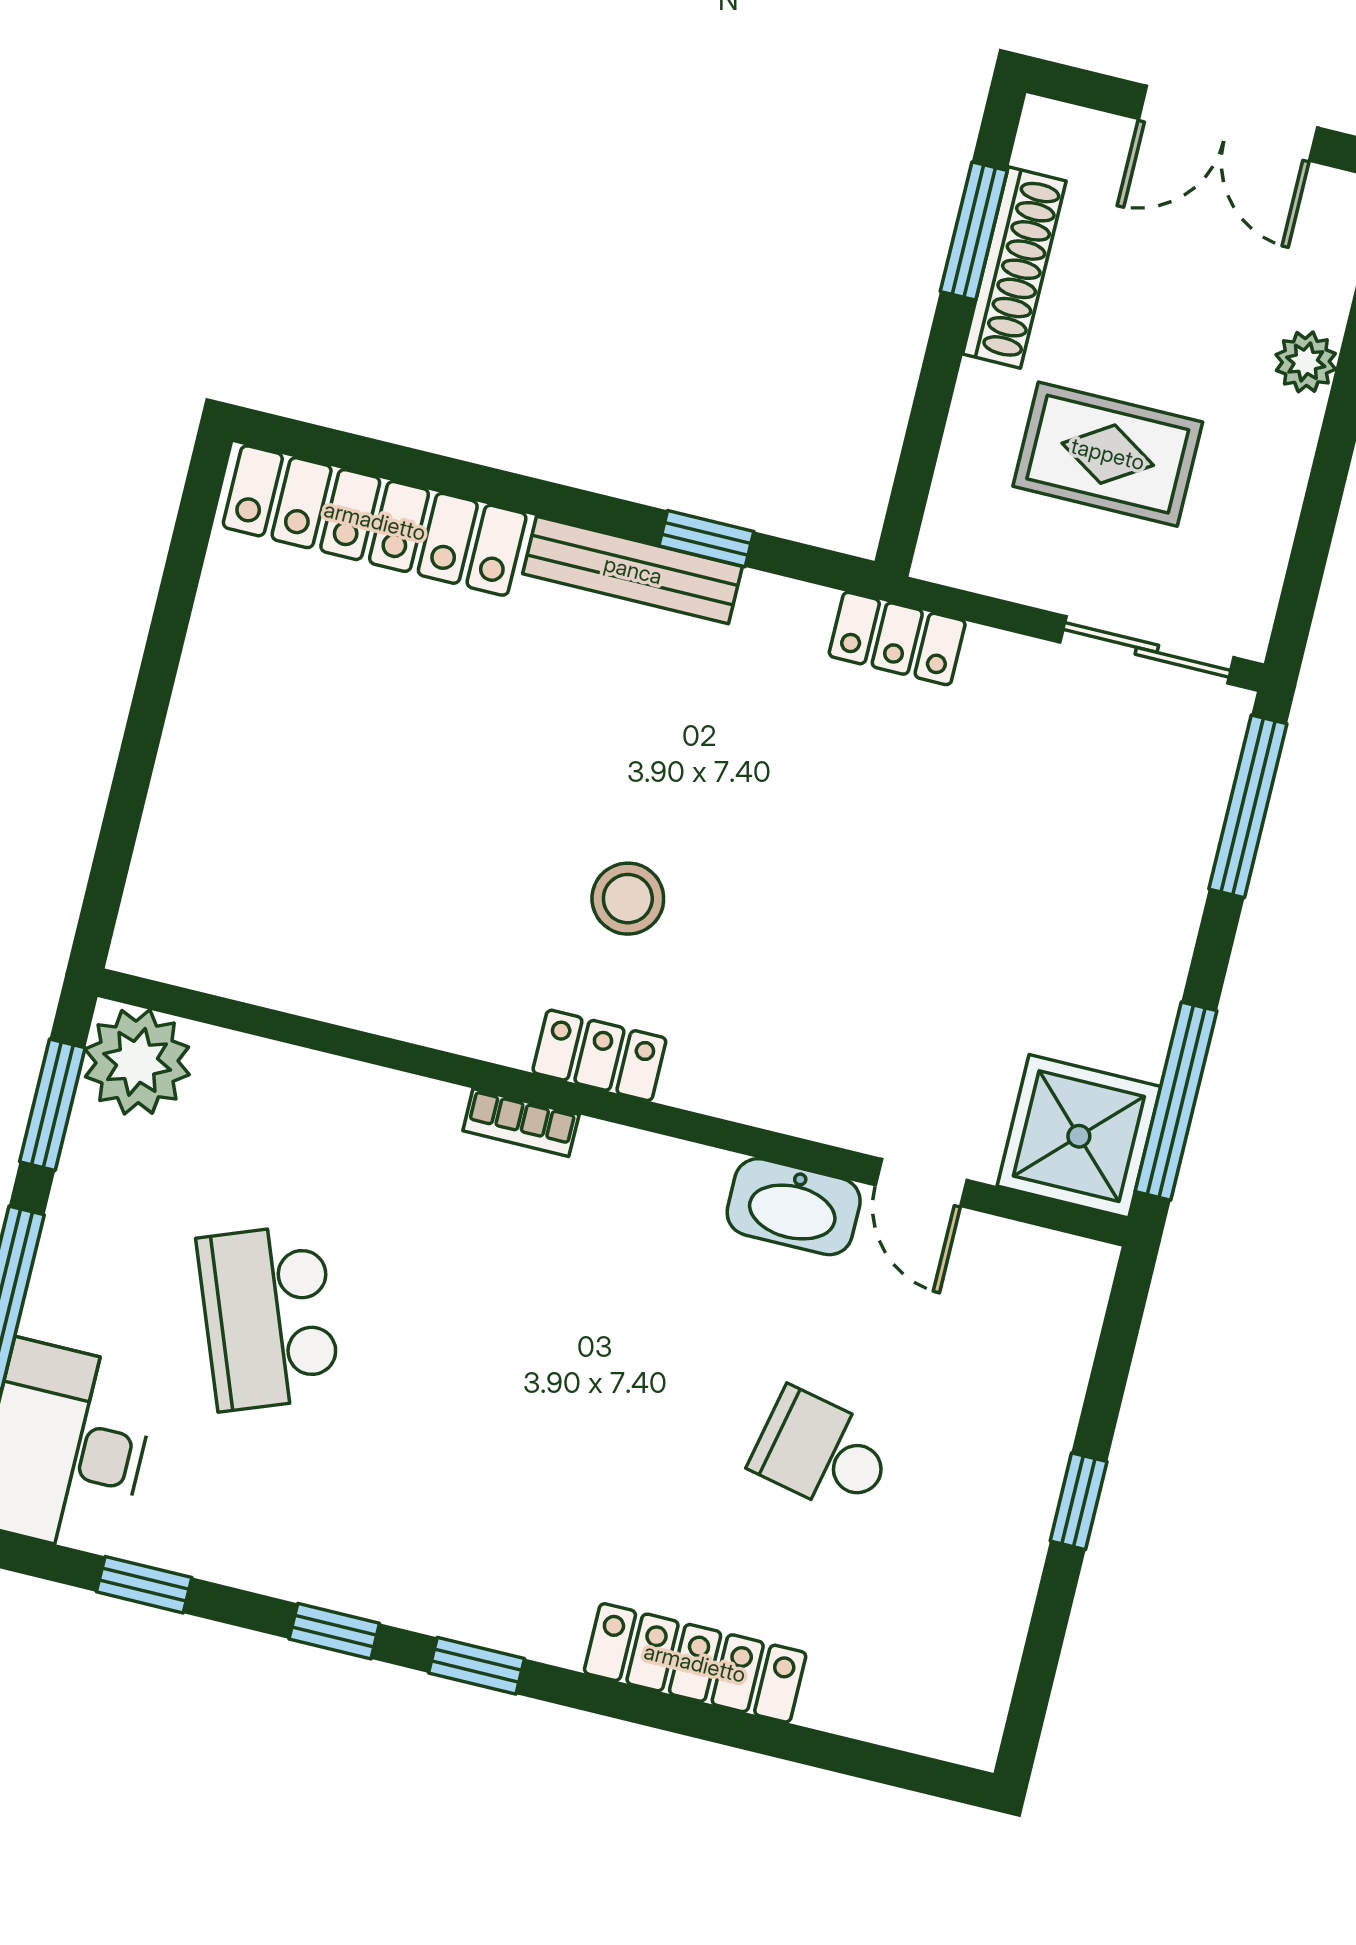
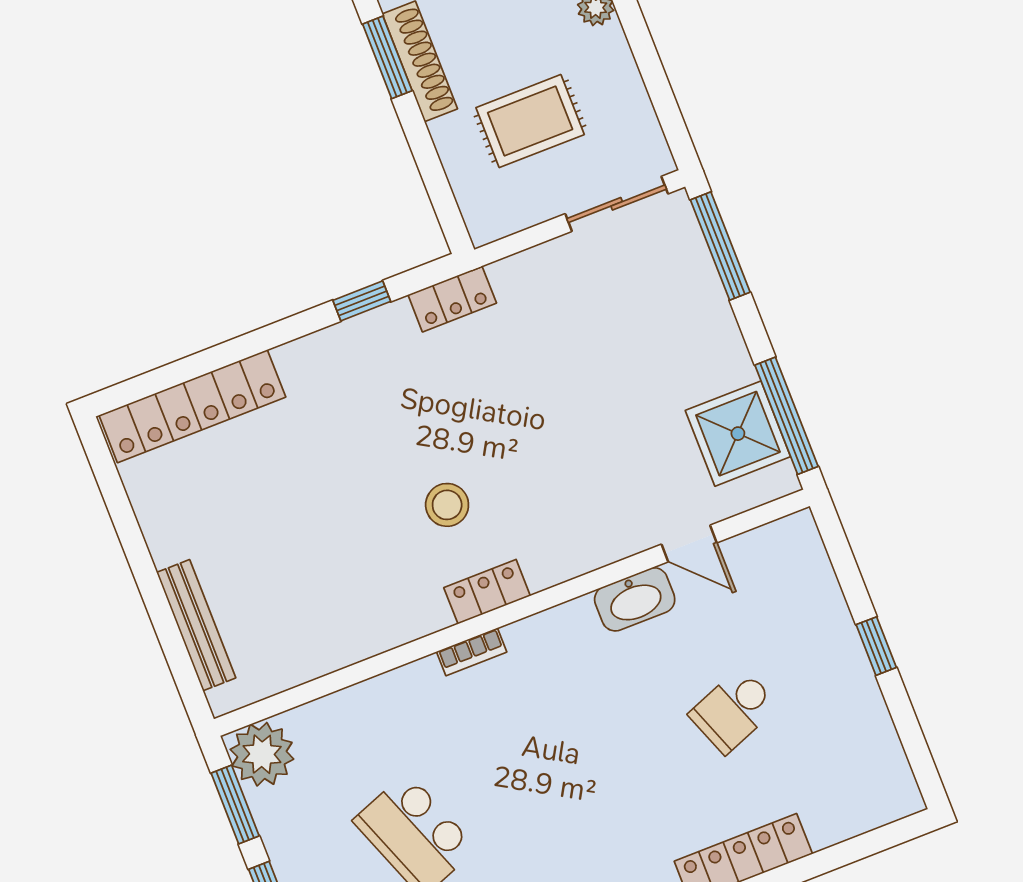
bench: (633, 570) -> (196, 625), moved, turned 90
locker: (897, 638) -> (452, 299), moved
shower: (1079, 1136) -> (738, 434), moved
school desk: (822, 1452) -> (733, 710), turned -33

